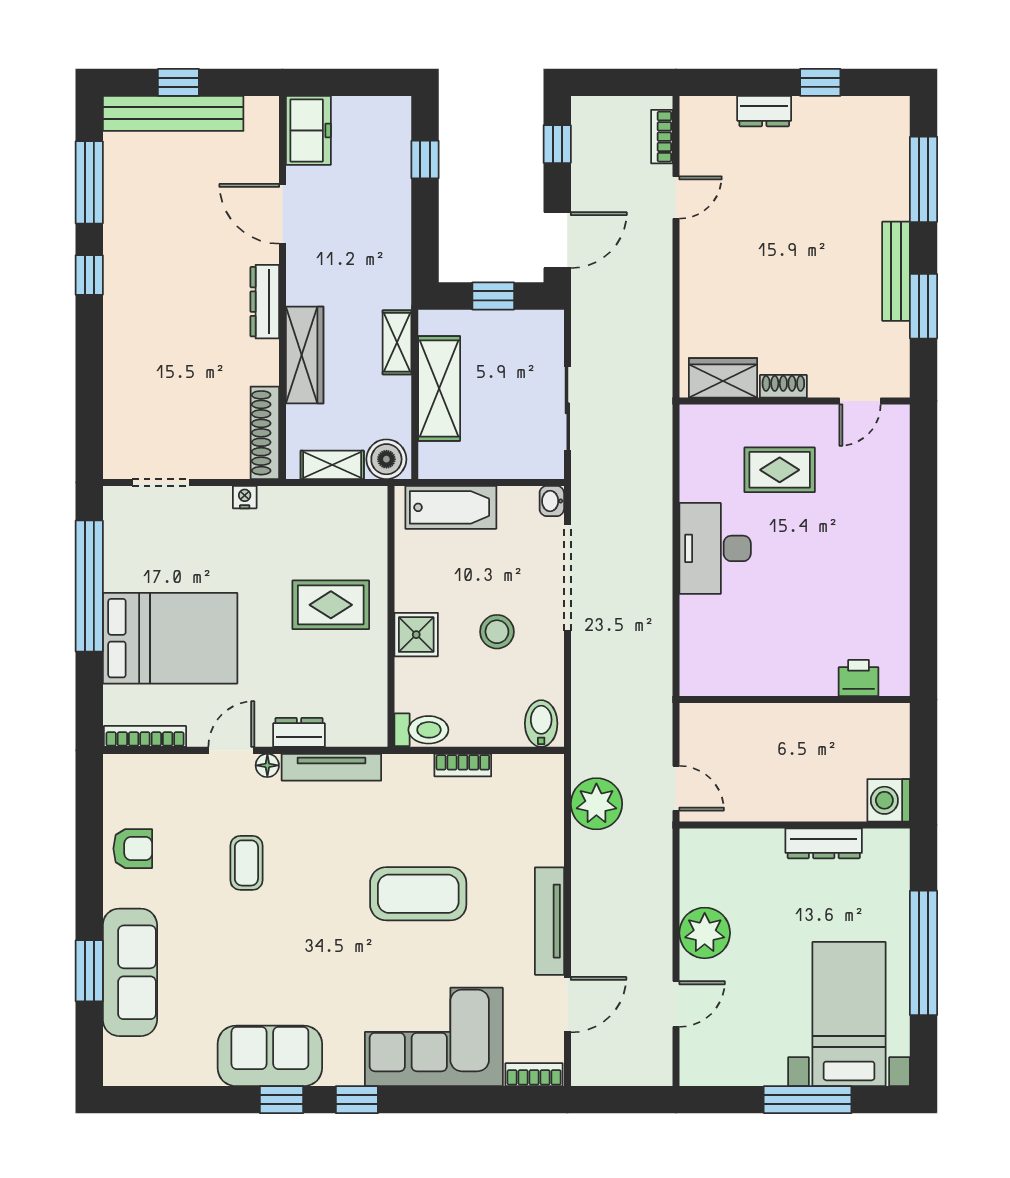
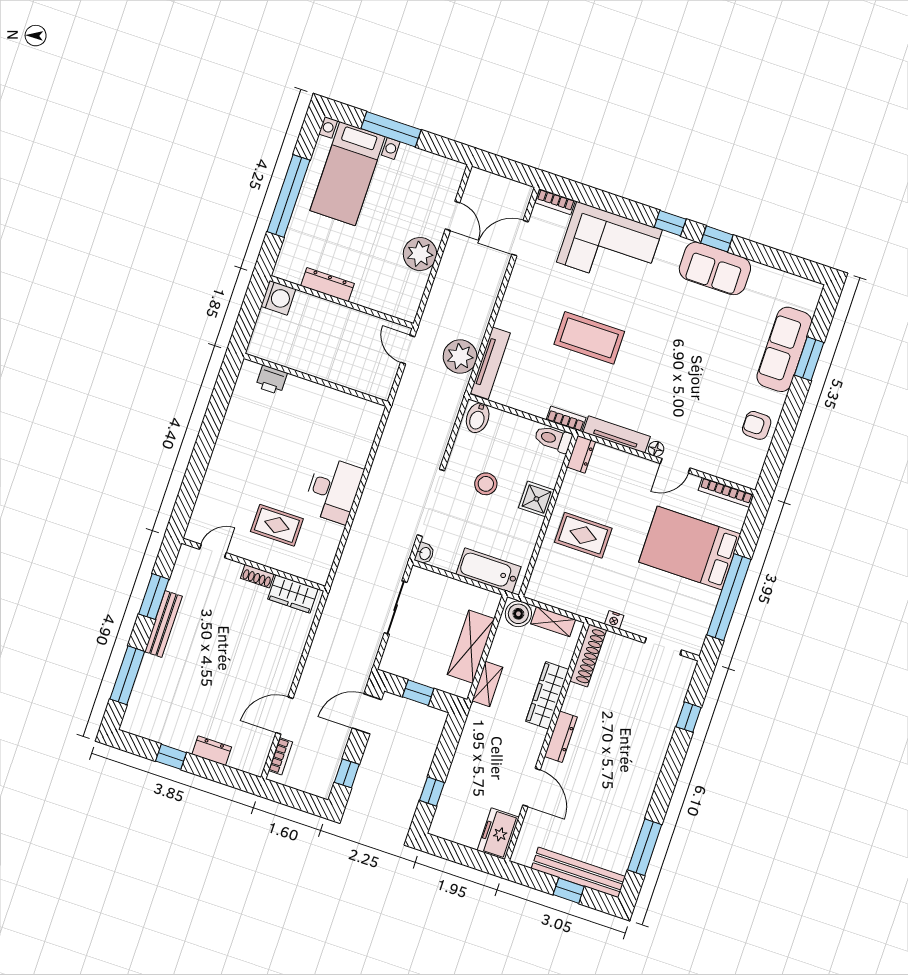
door: (676, 197) -> (284, 716), width x1.38
window: (89, 275) -> (689, 717), moved
dresser: (299, 732) -> (581, 454), moved, turned -90
bookcase: (463, 765) -> (566, 419), moved
coffee table: (246, 863) -> (689, 393), removed
tv unit: (549, 921) -> (490, 363), moved
door: (676, 1004) -> (453, 216), swing flipped

